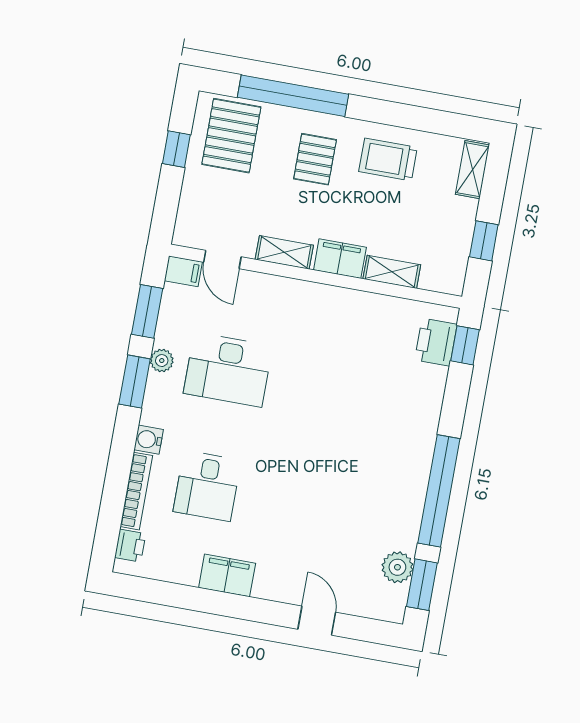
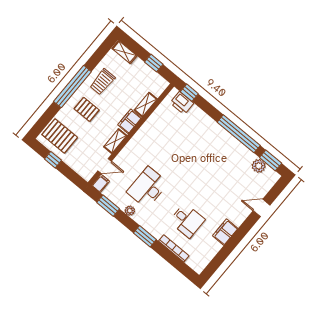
window: (293, 96) -> (72, 87), moved
desk: (228, 370) -> (148, 188), turned 180
window: (135, 382) -> (145, 236), moved
water cooler: (149, 440) -> (157, 233), removed
printer: (130, 546) -> (193, 262), removed

